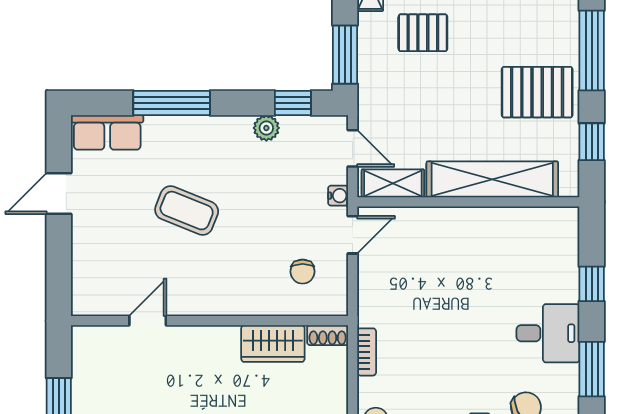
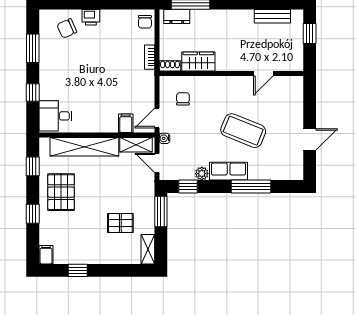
window: (592, 51) -> (33, 214), width x0.46
pallet: (537, 92) -> (61, 192), turned 90
row of seats: (107, 132) -> (229, 171), moved
coffee table: (187, 211) -> (243, 131), width x1.36, depth x1.32
filing cabinet: (413, 225) -> (126, 123), added
desk: (548, 333) -> (55, 116), moved

